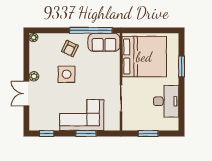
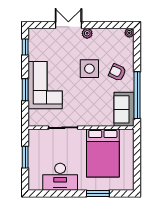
bed: (144, 57) -> (103, 153), width x0.73

